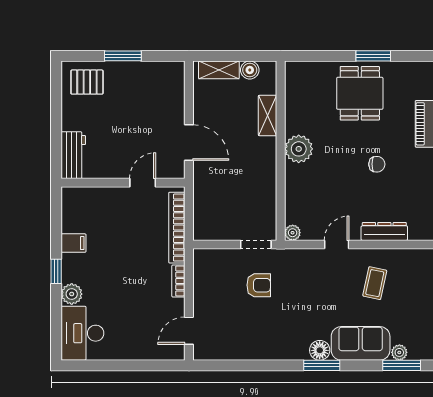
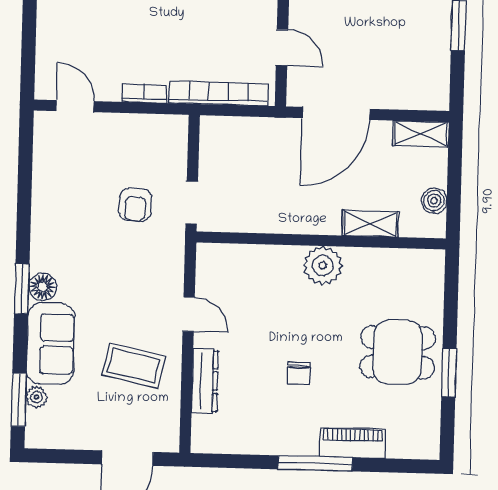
shelving: (219, 70) -> (421, 134), moved, turned 90
door: (189, 142) -> (336, 113), width x1.36
plant: (293, 233) -> (207, 254), removed
coffee table: (375, 283) -> (134, 366), width x1.36, depth x1.30

